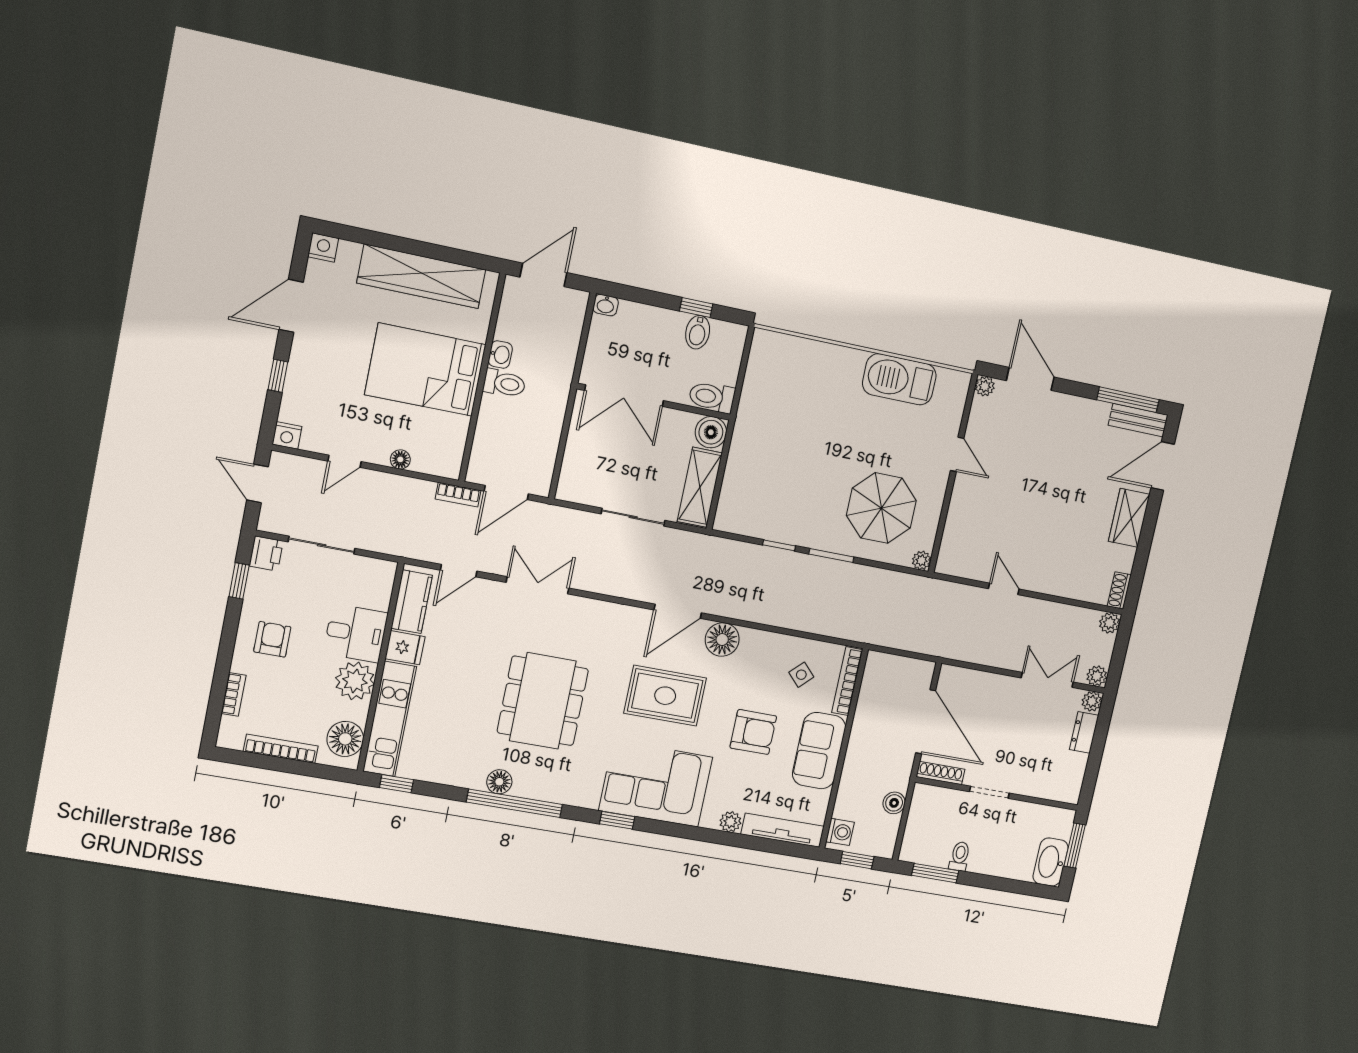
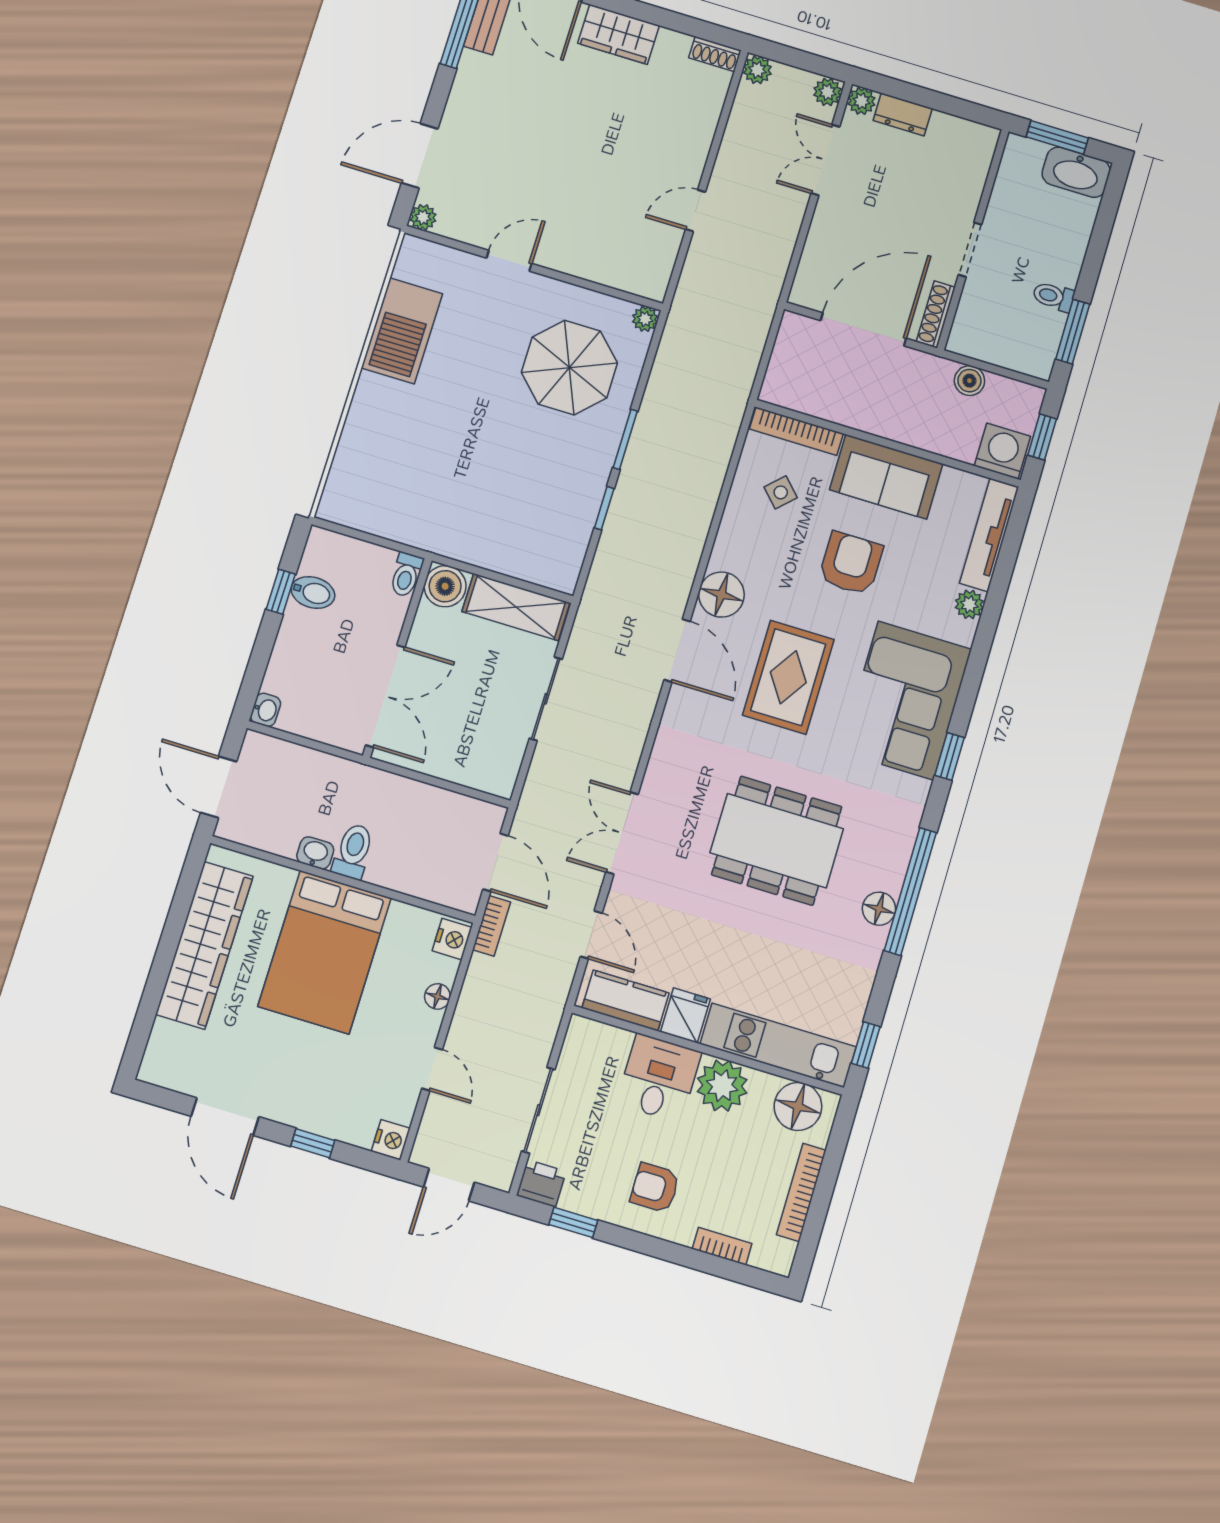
nightstand: (323, 247) -> (452, 939), moved, turned 180
toilet: (712, 397) -> (406, 575), width x0.73, depth x0.72
washing machine: (840, 832) -> (1002, 451), width x1.38, depth x1.38

